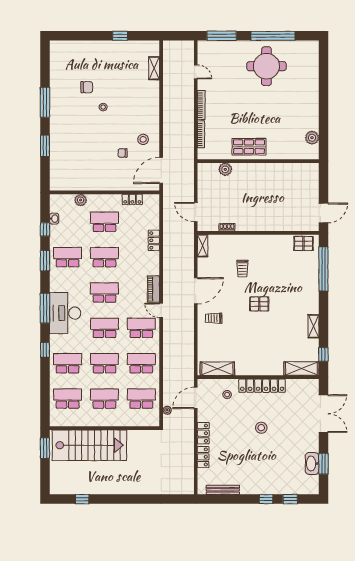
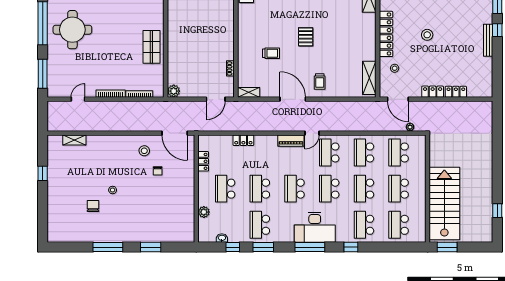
plant: (225, 169) -> (174, 91), moved
bench: (223, 490) -> (488, 40), moved

